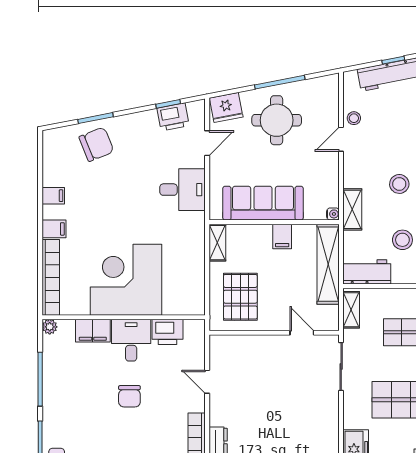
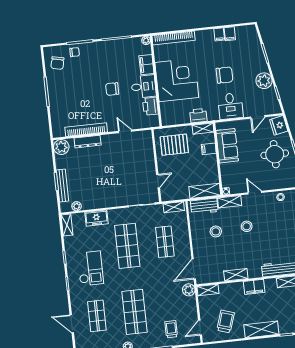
printer: (173, 117) -> (198, 116), moved, turned 101
plant: (144, 125) -> (264, 81), added
door: (341, 139) -> (255, 193), moved
door: (207, 143) -> (258, 117), hinge flipped
chair: (96, 144) -> (224, 75), moved, turned -68
sofa: (263, 203) -> (227, 146), width x0.73
filing cabinet: (54, 229) -> (230, 34), moved
filing cabinet: (282, 236) -> (209, 149), moved
shelving: (328, 264) -> (205, 191), width x0.68
workbench: (367, 272) -> (204, 206), moved, turned 90
door: (207, 382) -> (125, 131), hinge flipped

